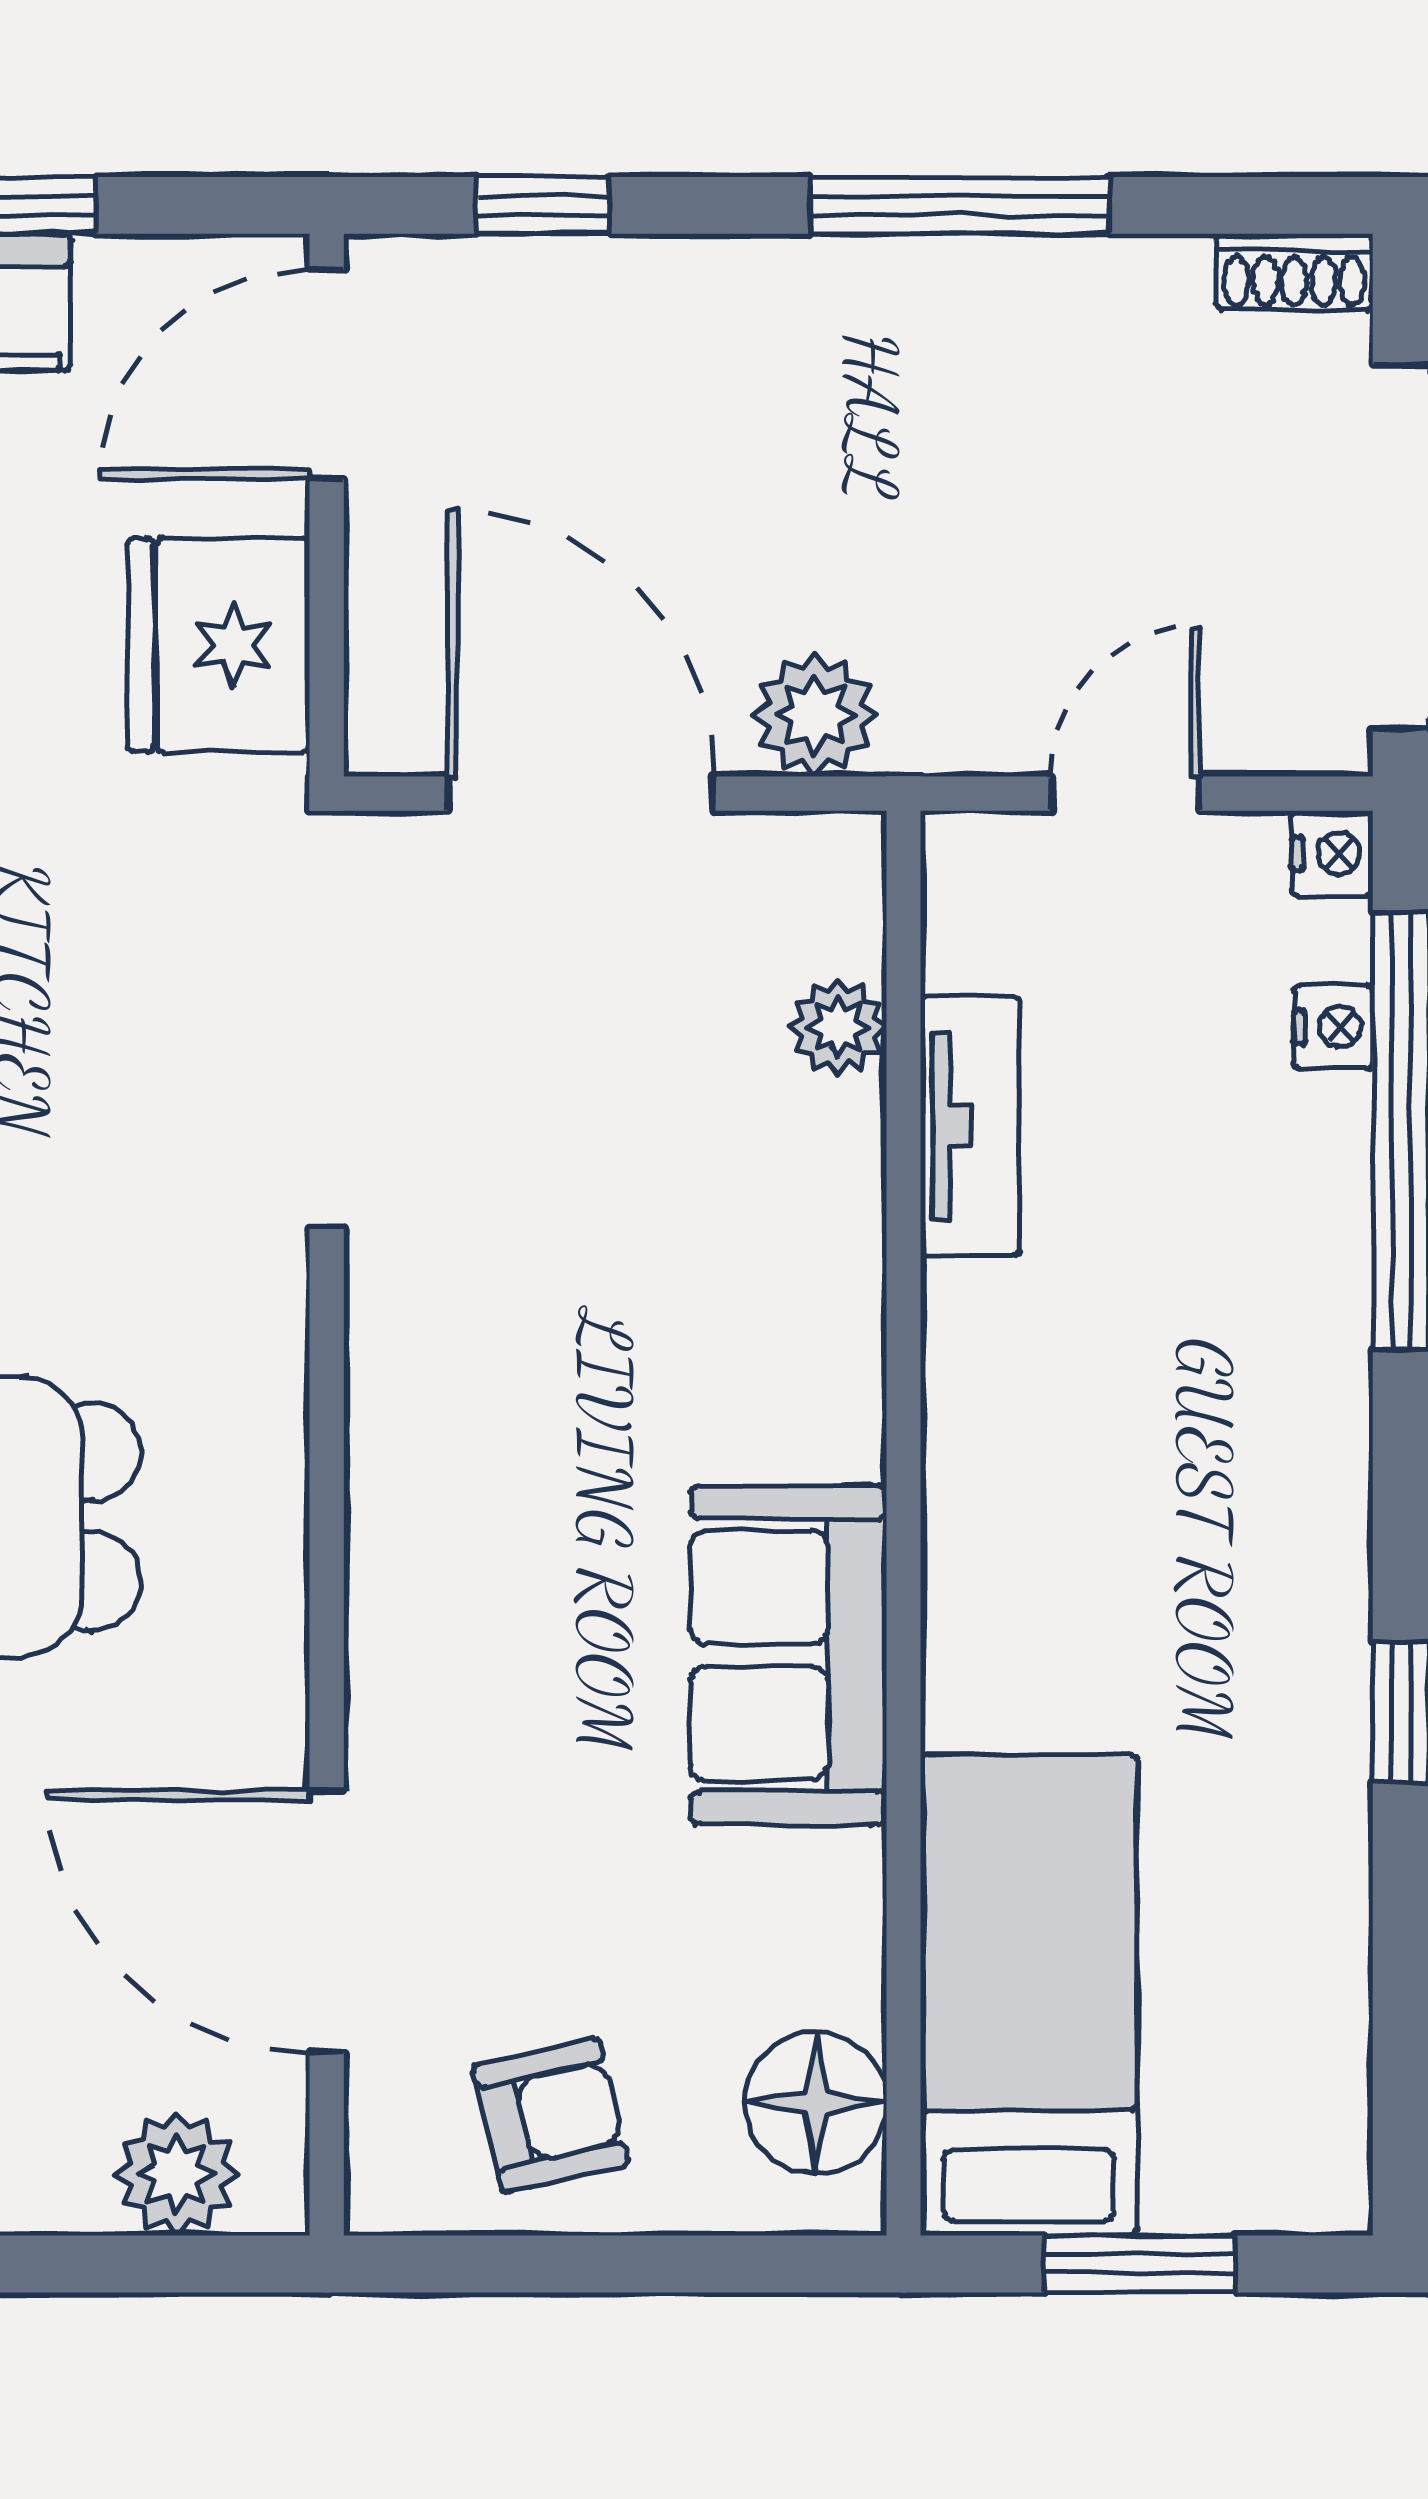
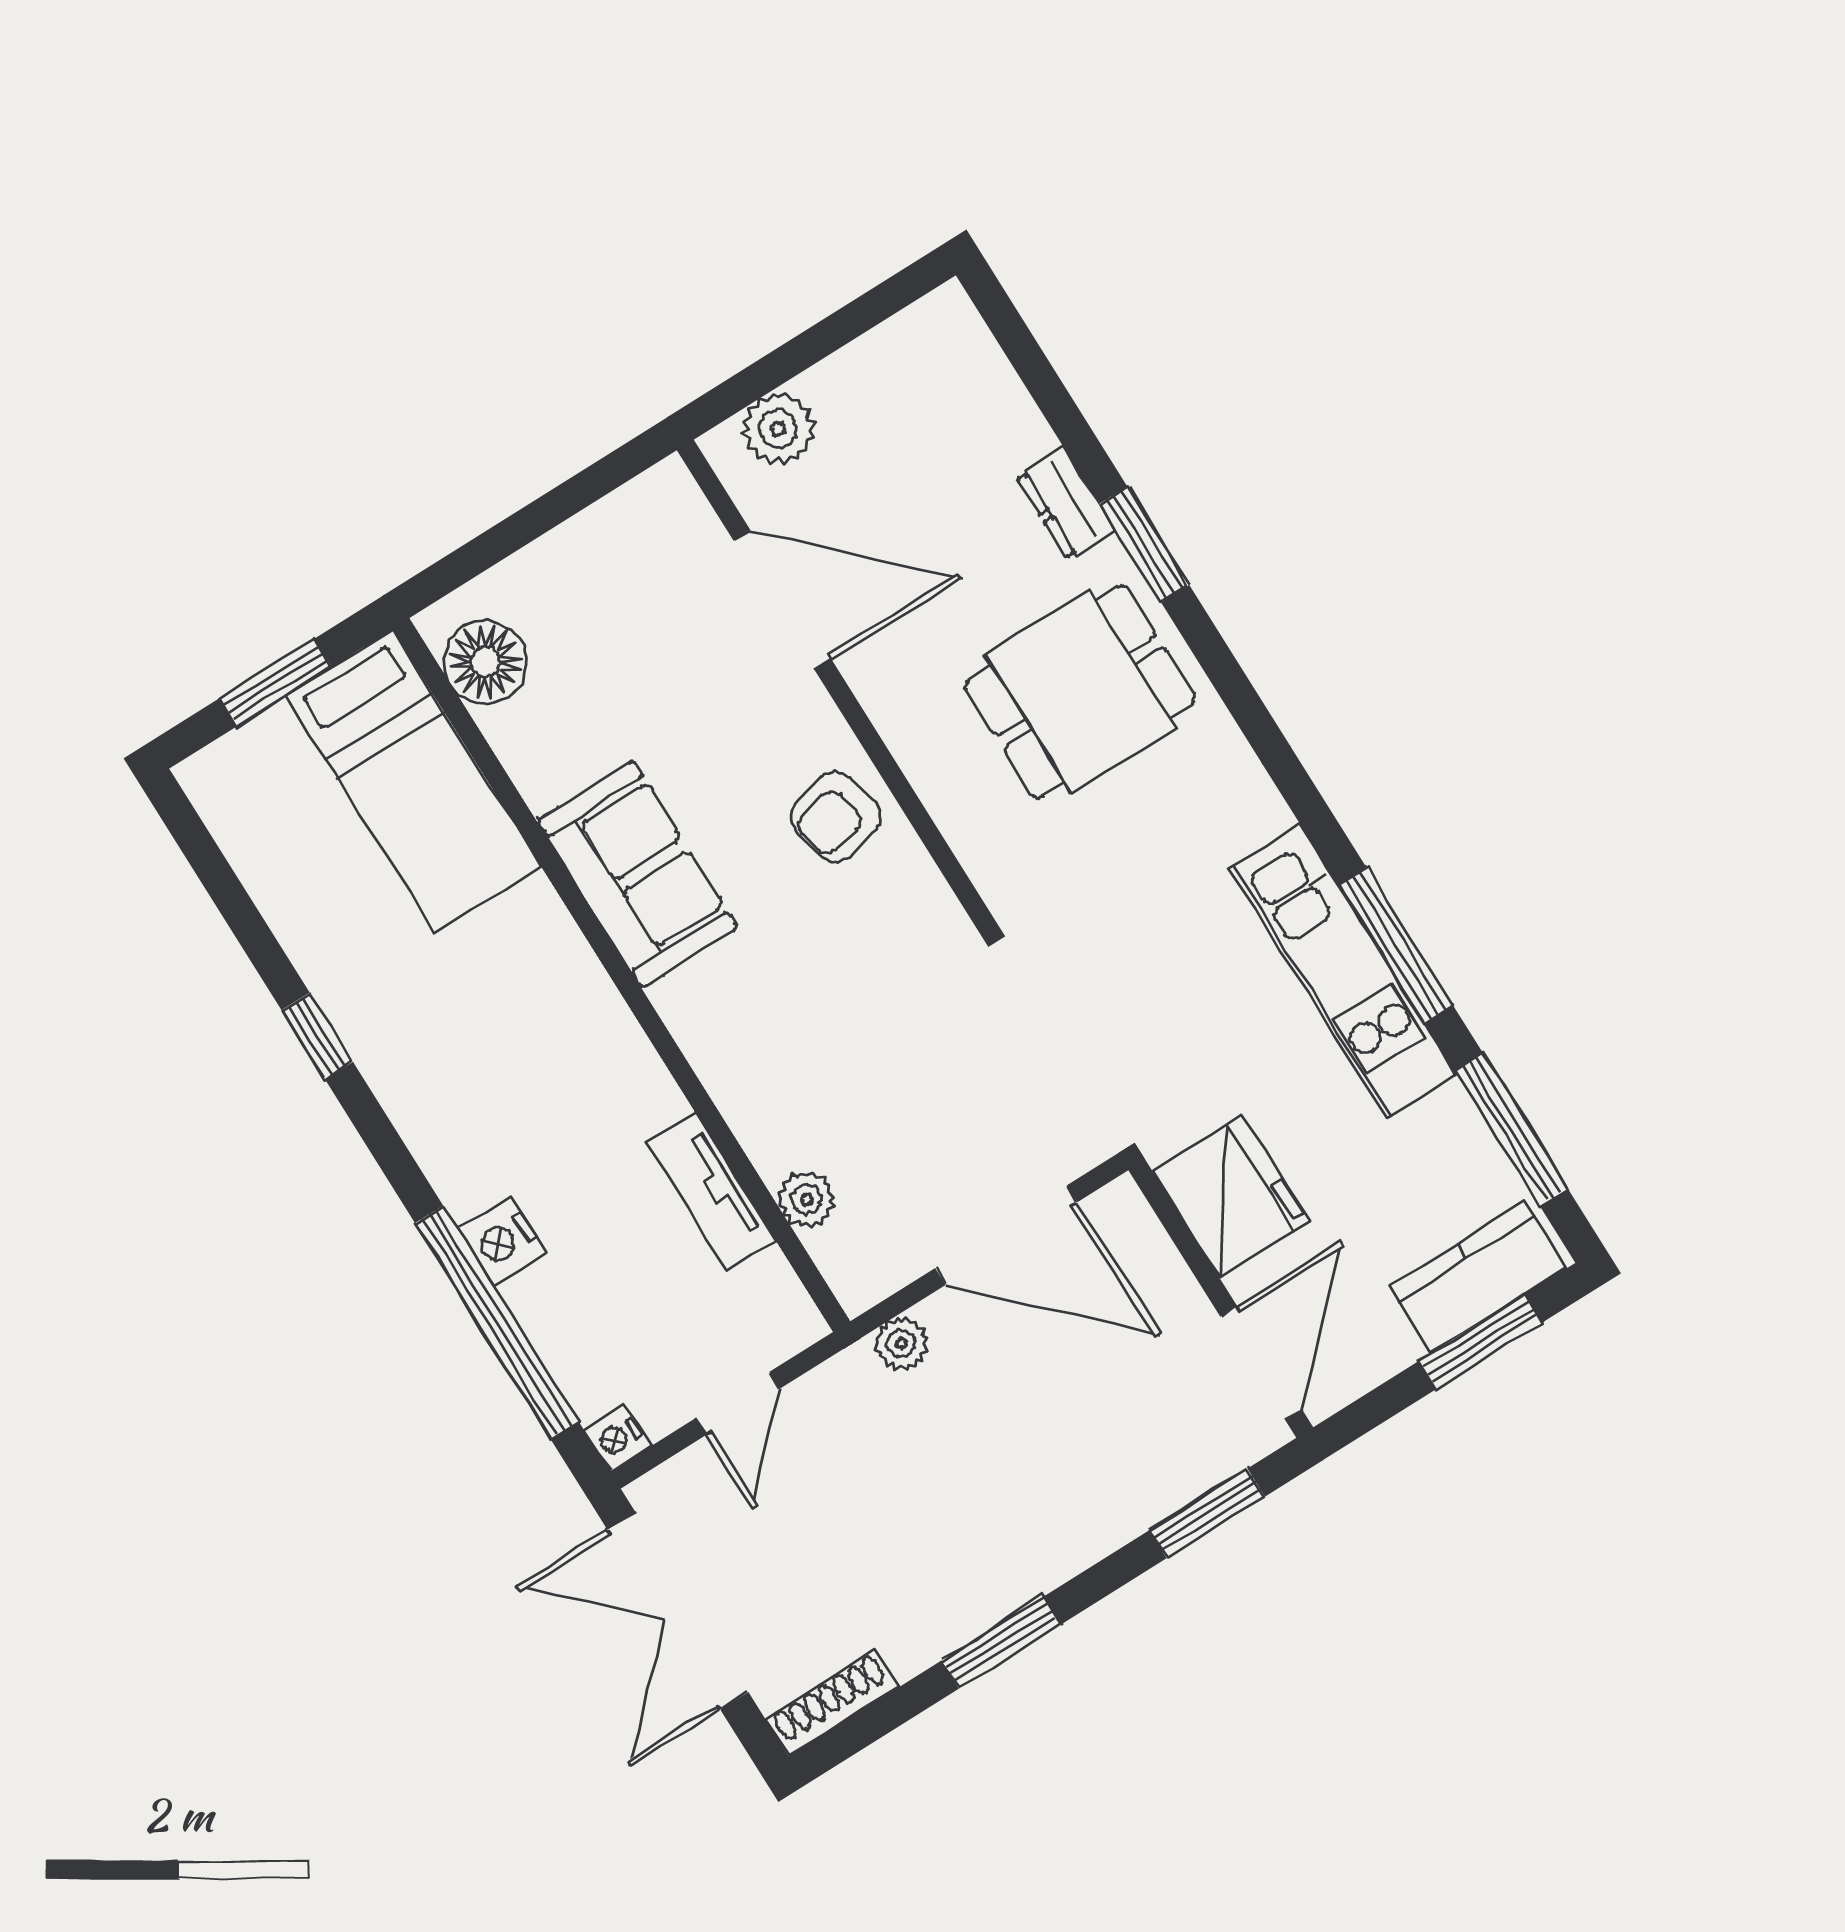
window: (543, 205) -> (1207, 1513), width x1.50
window: (960, 205) -> (1001, 1643), width x0.69
shoe rack: (1294, 272) -> (832, 1703), width x1.43
plant: (815, 714) -> (902, 1343), width x0.73, depth x0.73
nightstand: (1333, 1027) -> (502, 1241), moved, width x1.39, depth x1.35
armchair: (551, 2115) -> (836, 817), moved

